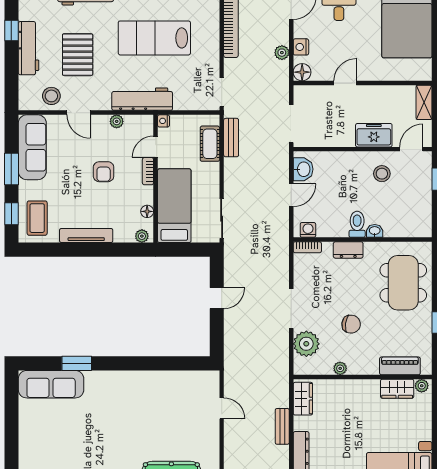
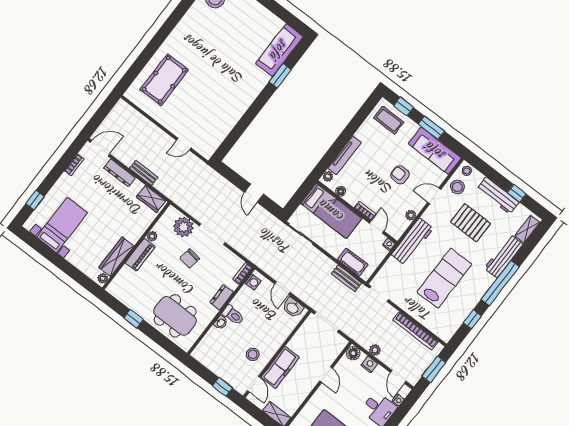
stool: (28, 99) -> (467, 171), added
freezer: (374, 135) -> (280, 368), width x1.40
armchair: (104, 172) -> (400, 175), moved
tv unit: (86, 236) -> (345, 155), moved
chair: (351, 324) -> (190, 259), moved
piano: (400, 366) -> (140, 255), moved
wardrobe: (397, 389) -> (116, 257), width x1.50

